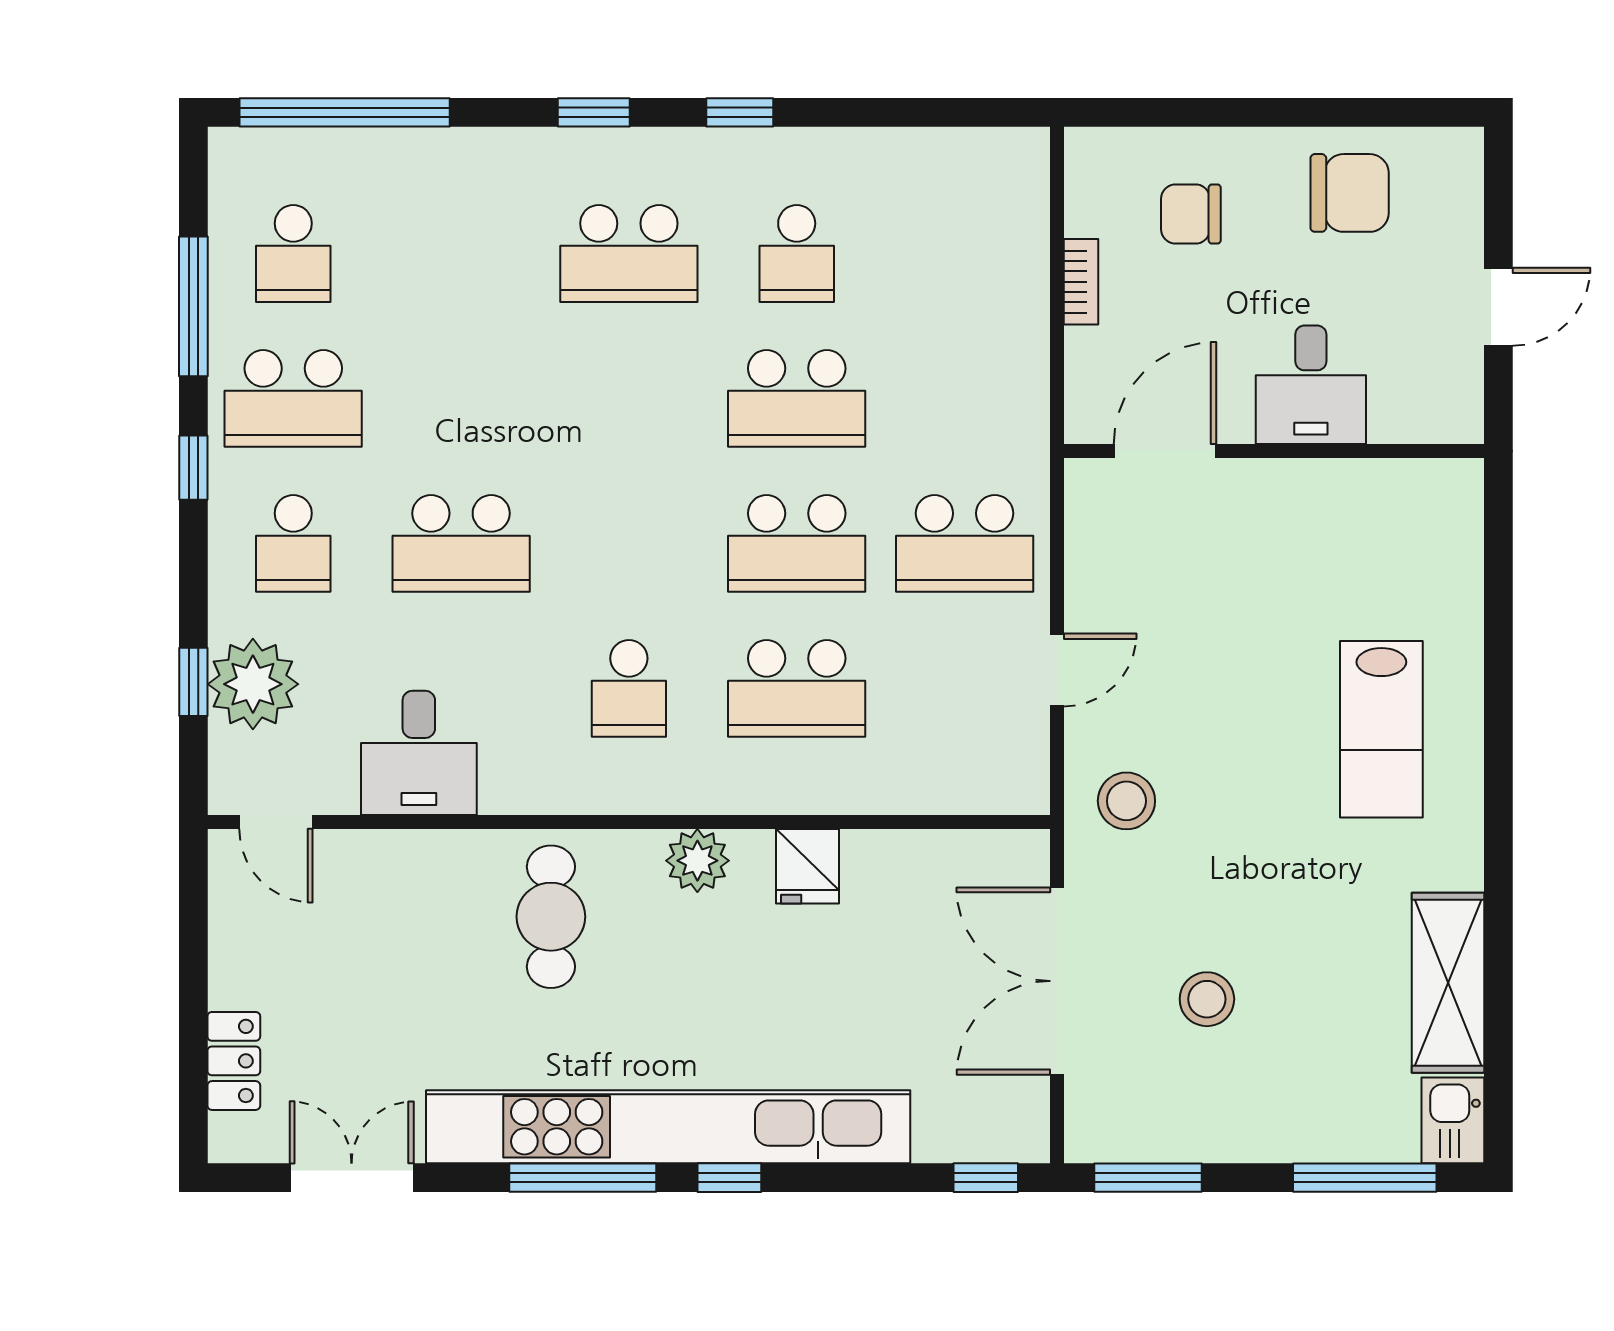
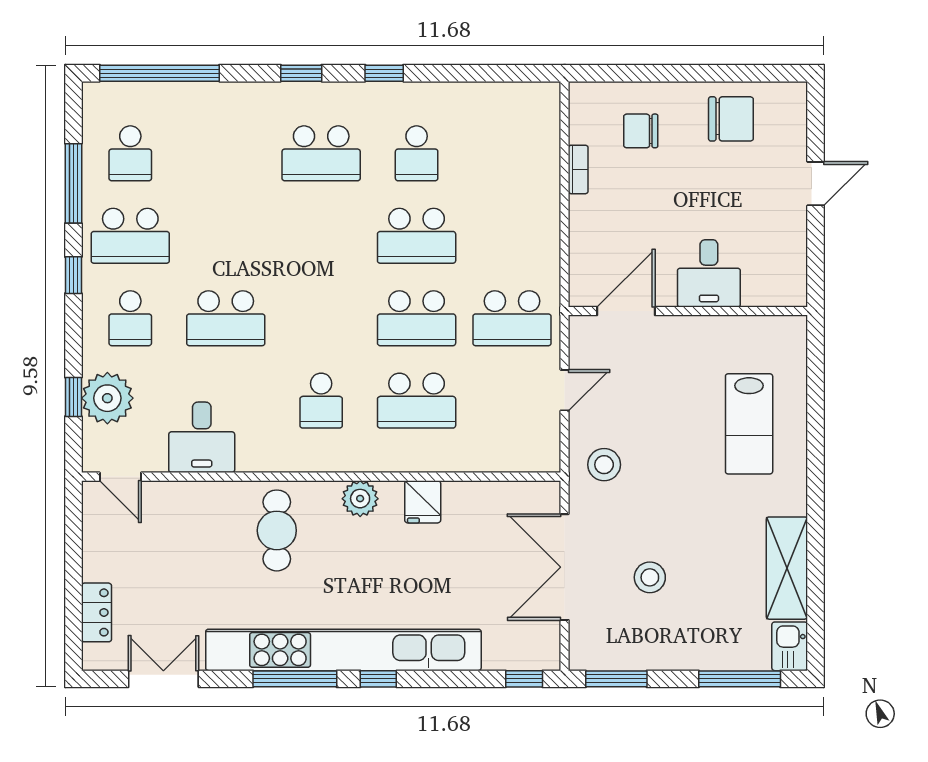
desk: (1311, 385) -> (709, 273), moved
door: (1165, 451) -> (626, 311), moved
wall: (1274, 451) -> (688, 311), moved

